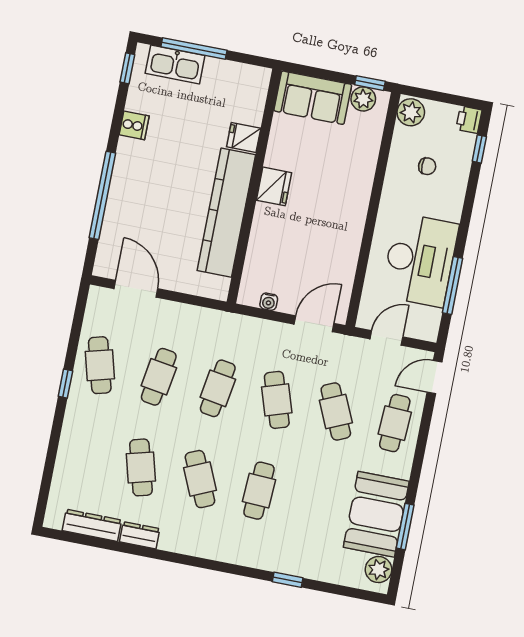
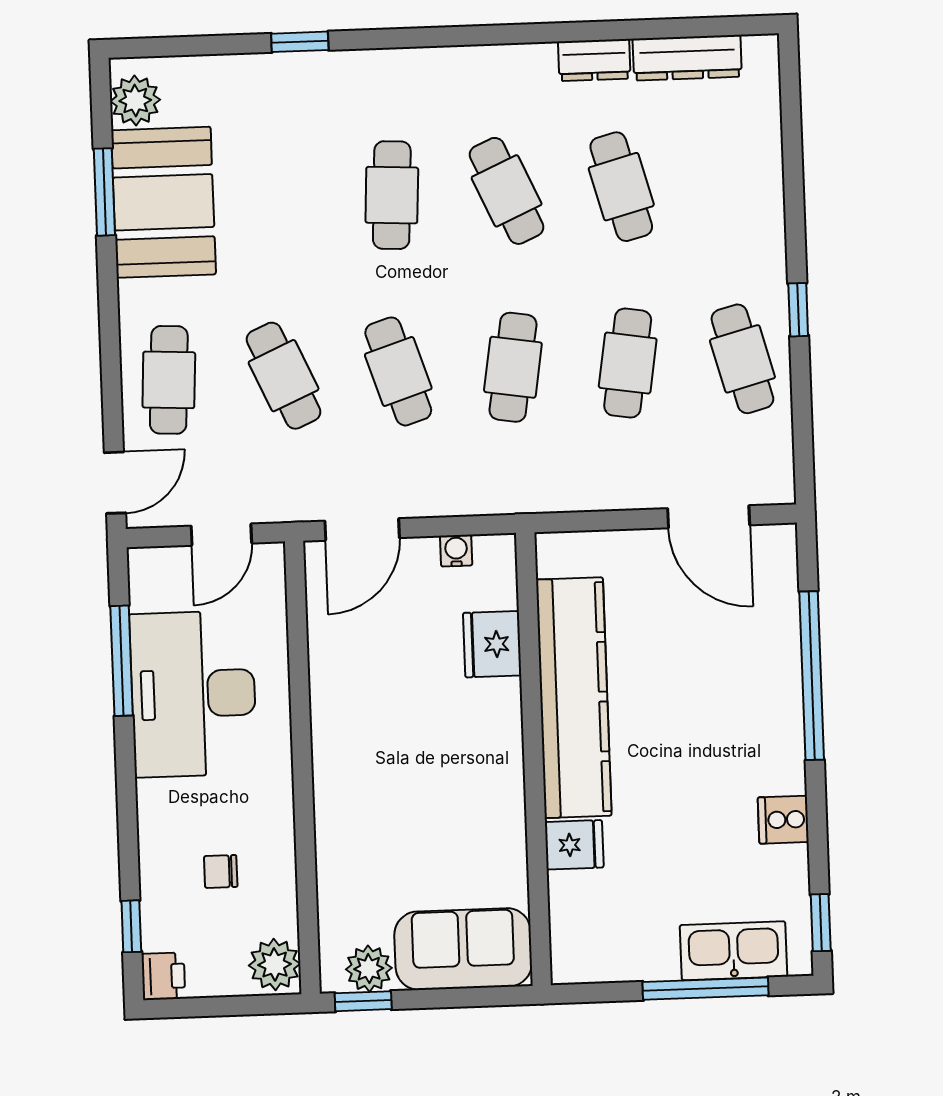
fridge: (274, 186) -> (492, 644), moved

